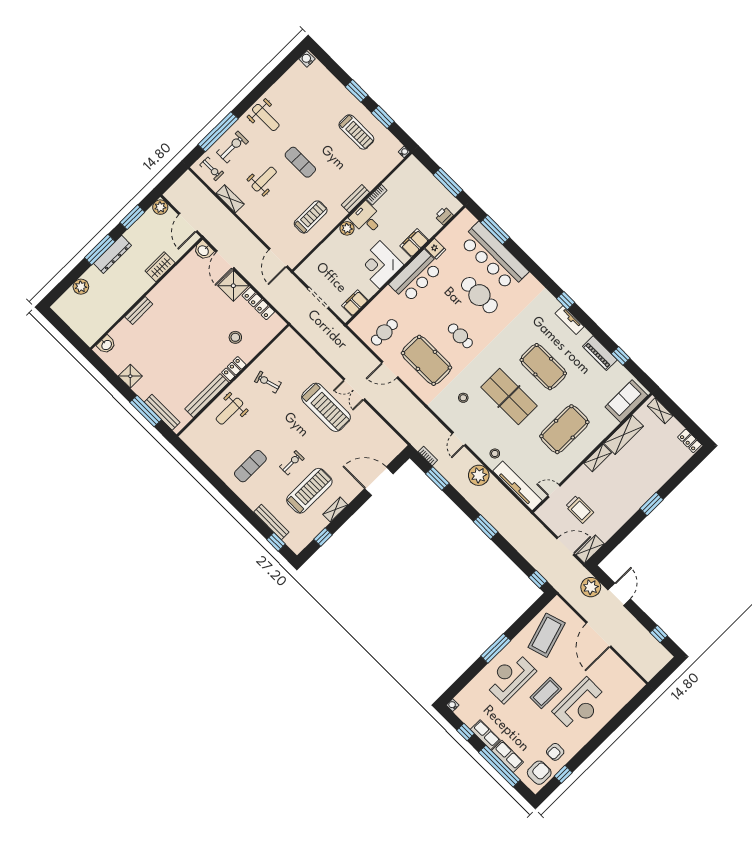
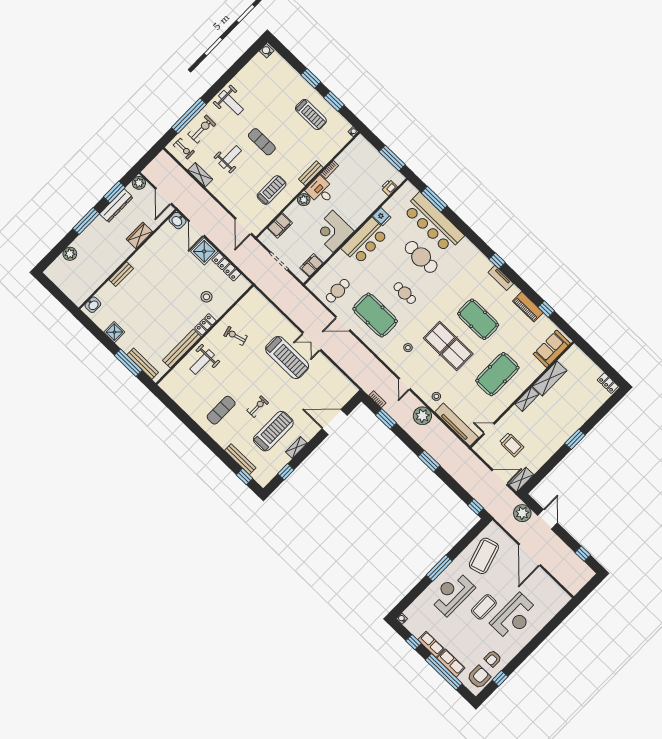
filing cabinet: (414, 243) -> (280, 226), moved, turned 180
dresser: (112, 254) -> (116, 206), moved
shelving: (660, 411) -> (581, 357), removed

